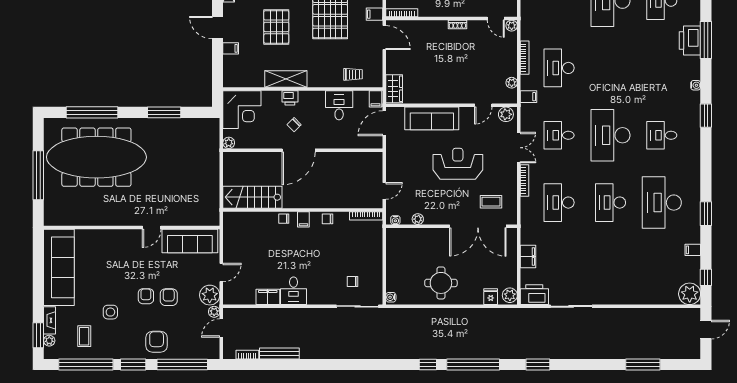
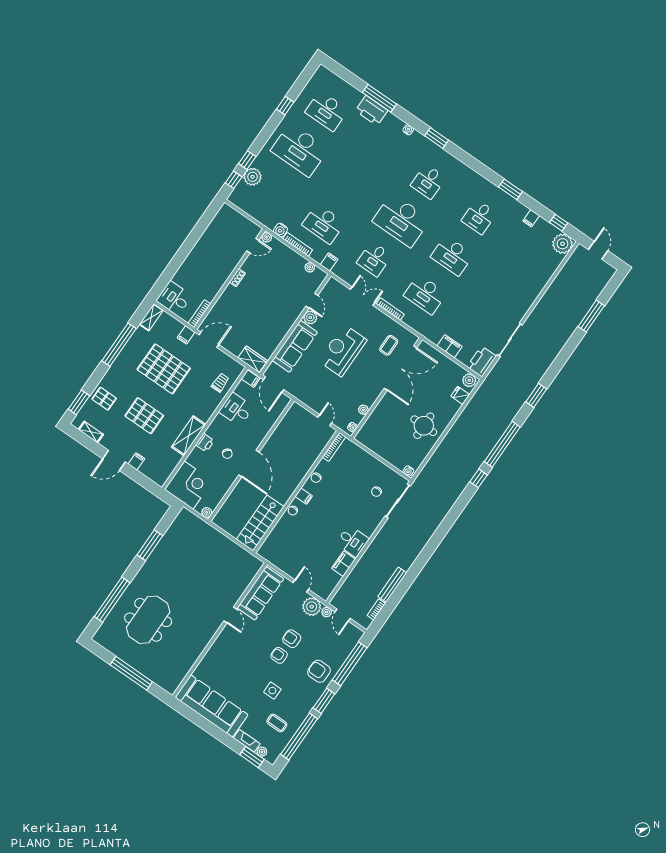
water cooler: (527, 33) -> (281, 230), added
plant: (506, 114) -> (310, 317), moved
meeting table: (96, 157) -> (148, 620), width x0.54, depth x0.79
desk: (662, 203) -> (479, 217), width x0.53, depth x0.77

